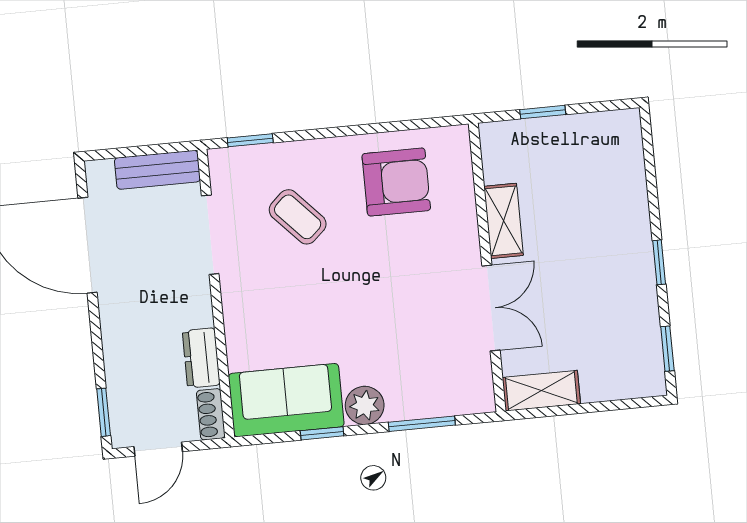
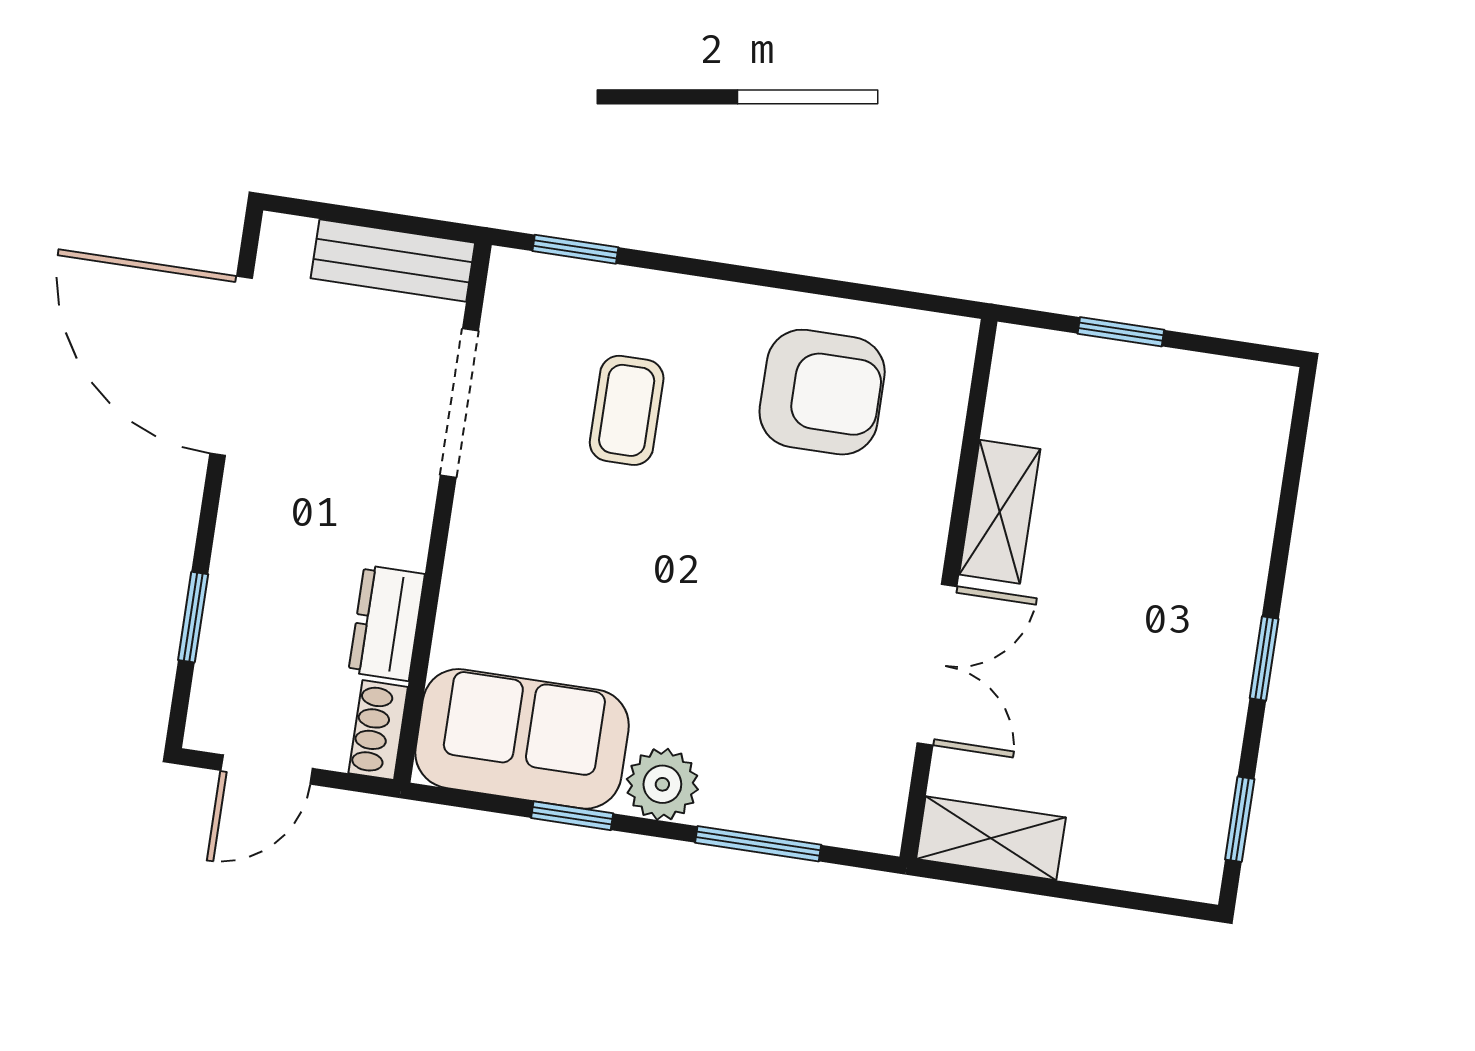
coffee table: (298, 217) -> (627, 410), turned 43
window: (104, 412) -> (193, 617), moved

